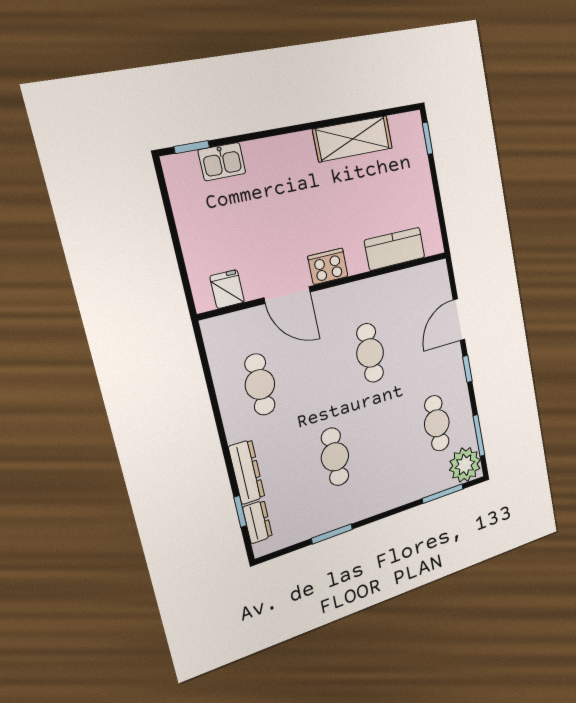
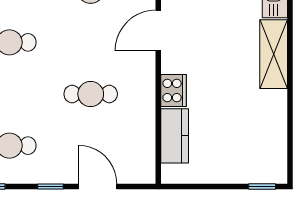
shelving: (353, 139) -> (274, 54), moved
cooker: (328, 266) -> (174, 91), moved

